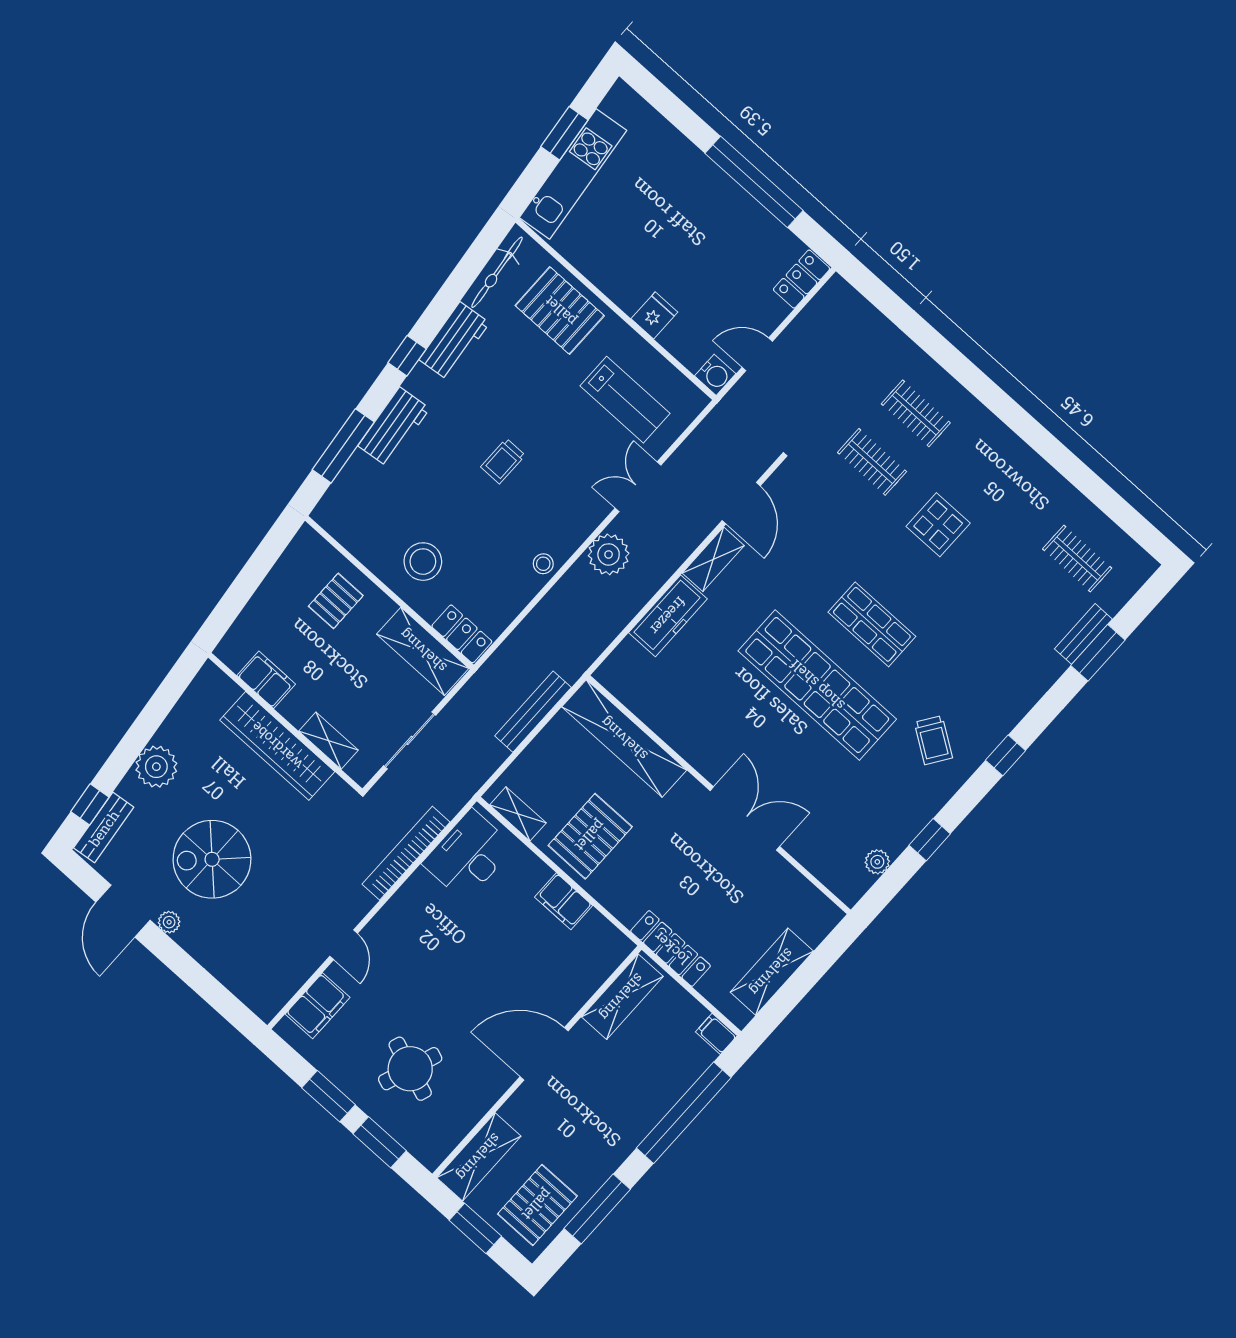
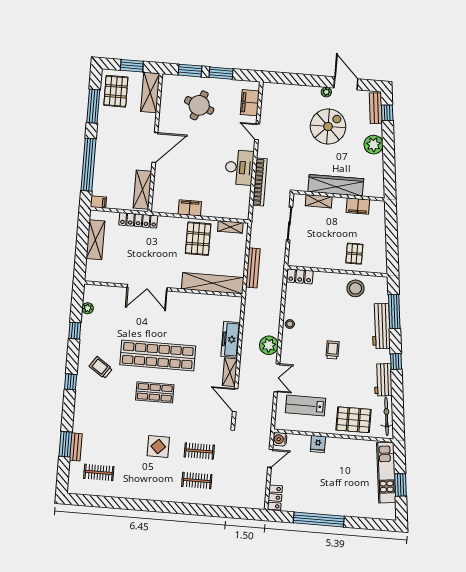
workbench: (394, 427) -> (381, 326), width x1.38
stool: (423, 562) -> (355, 288), moved
shelving: (423, 651) -> (309, 259), removed
desk: (468, 855) -> (239, 167), moved

